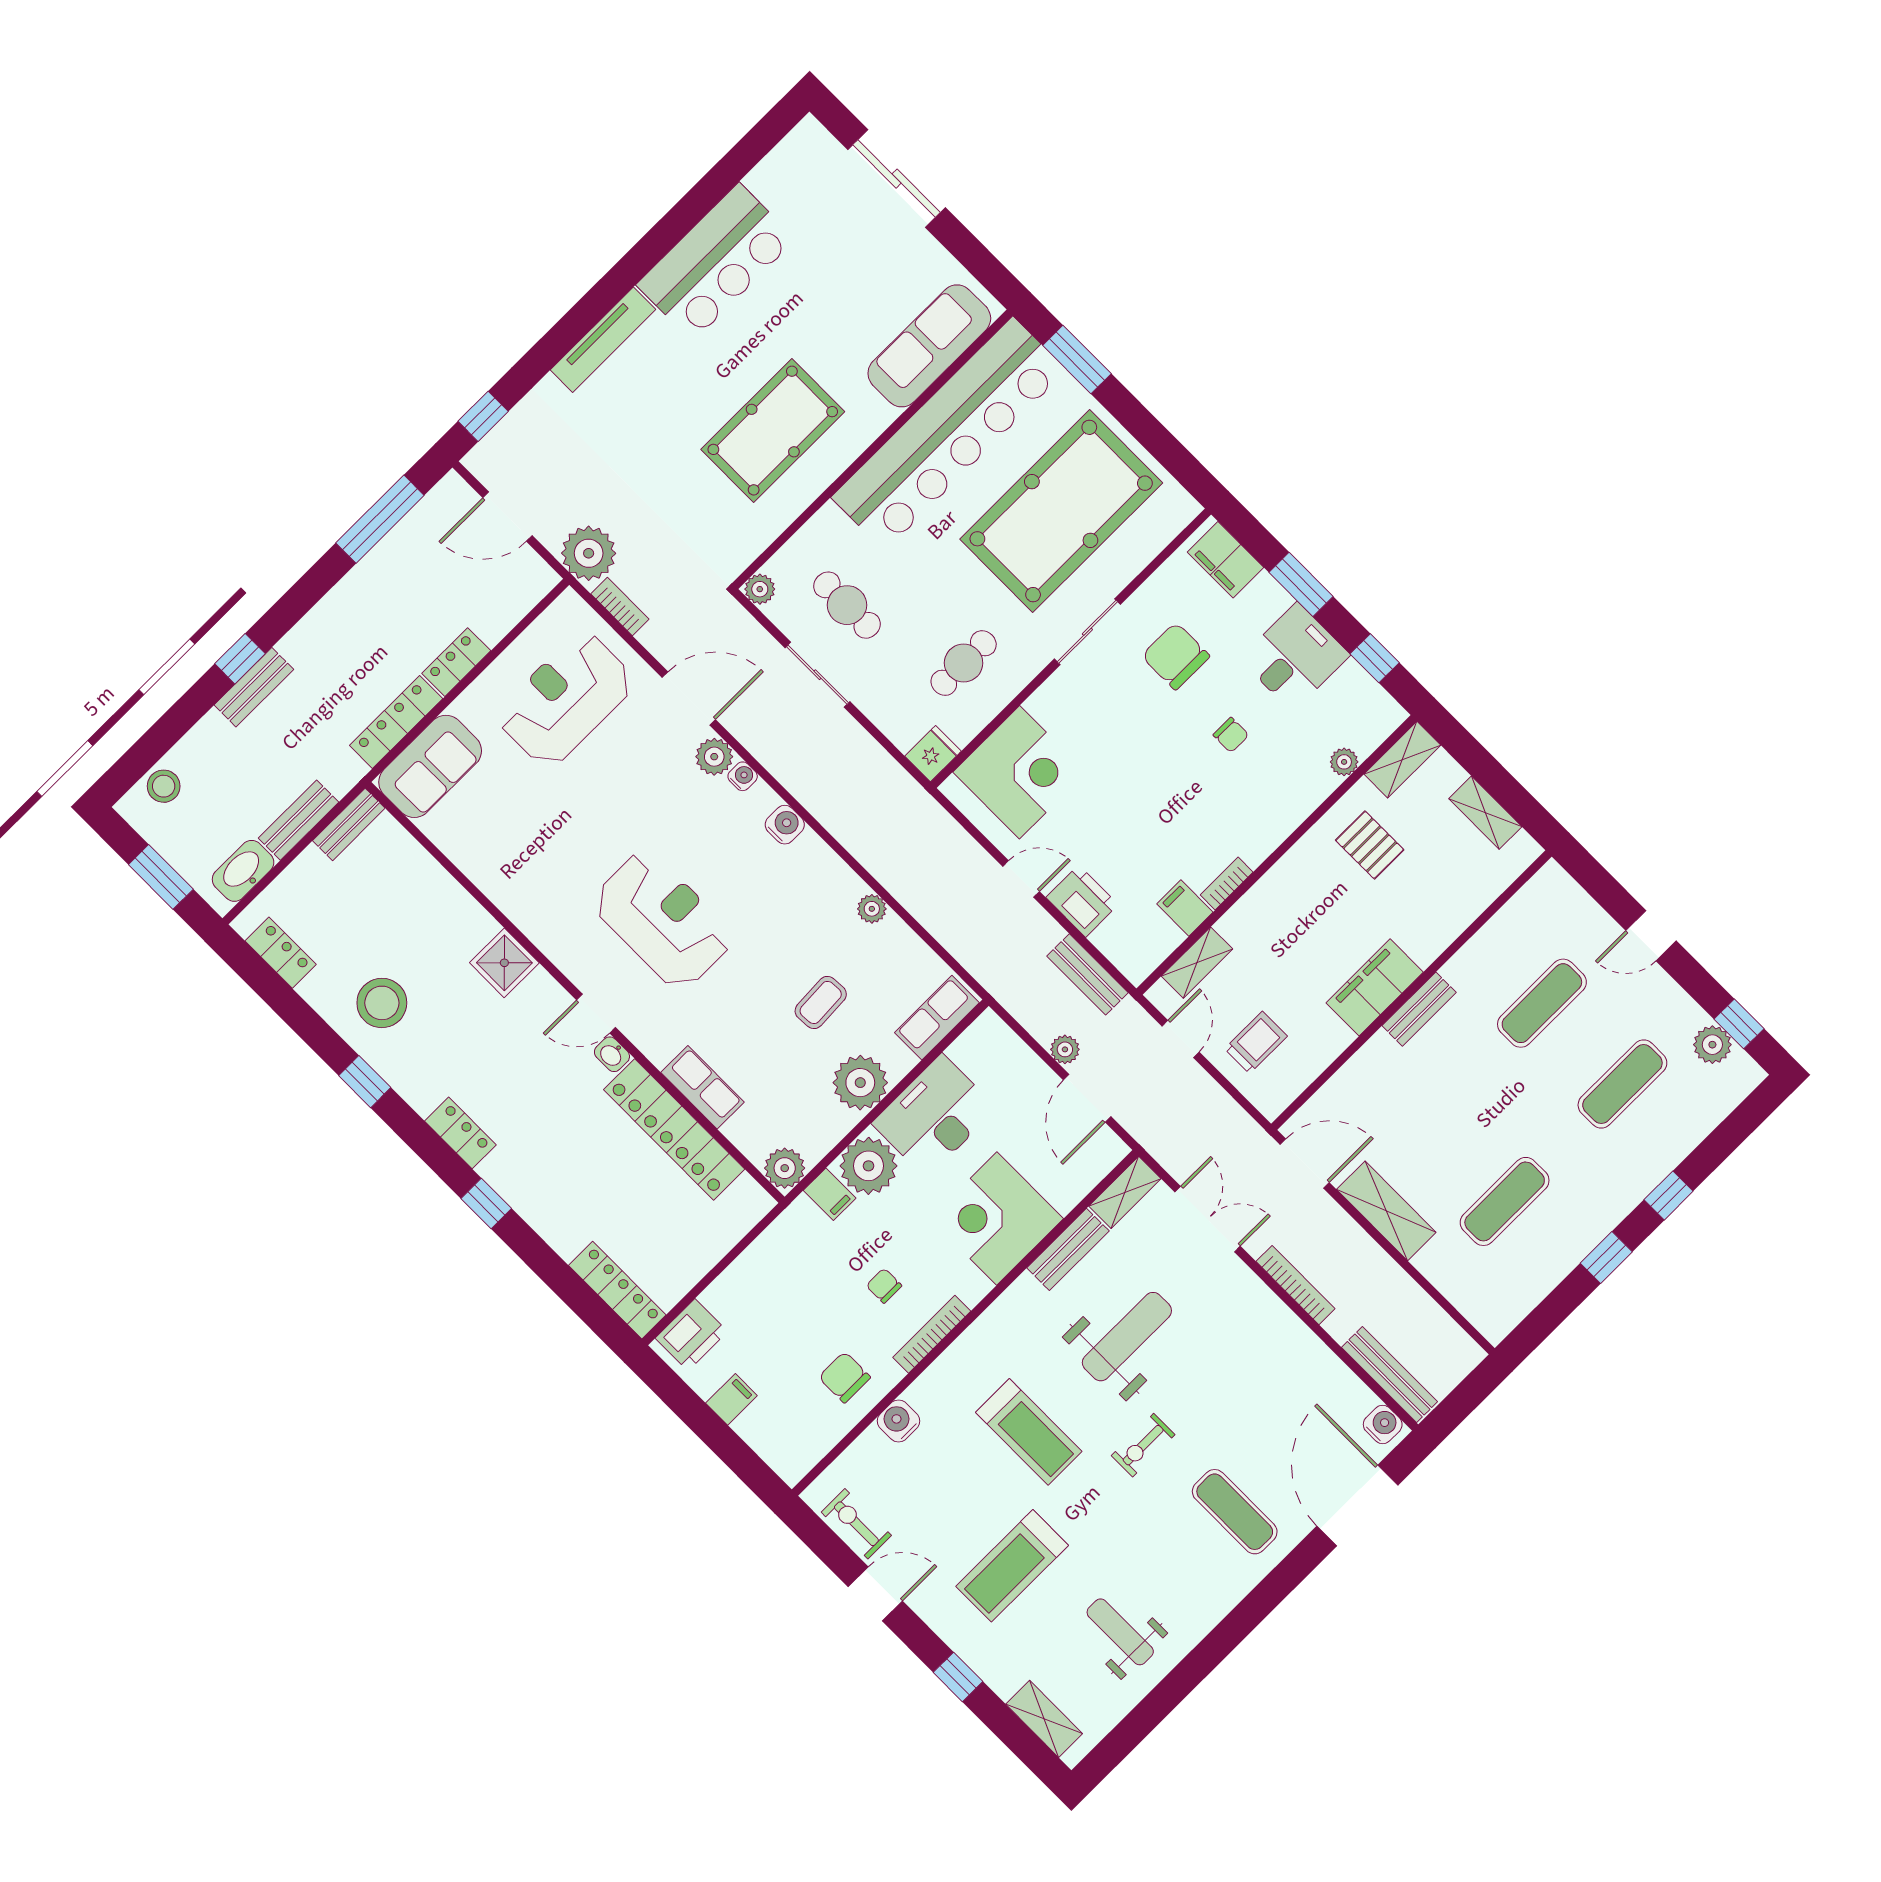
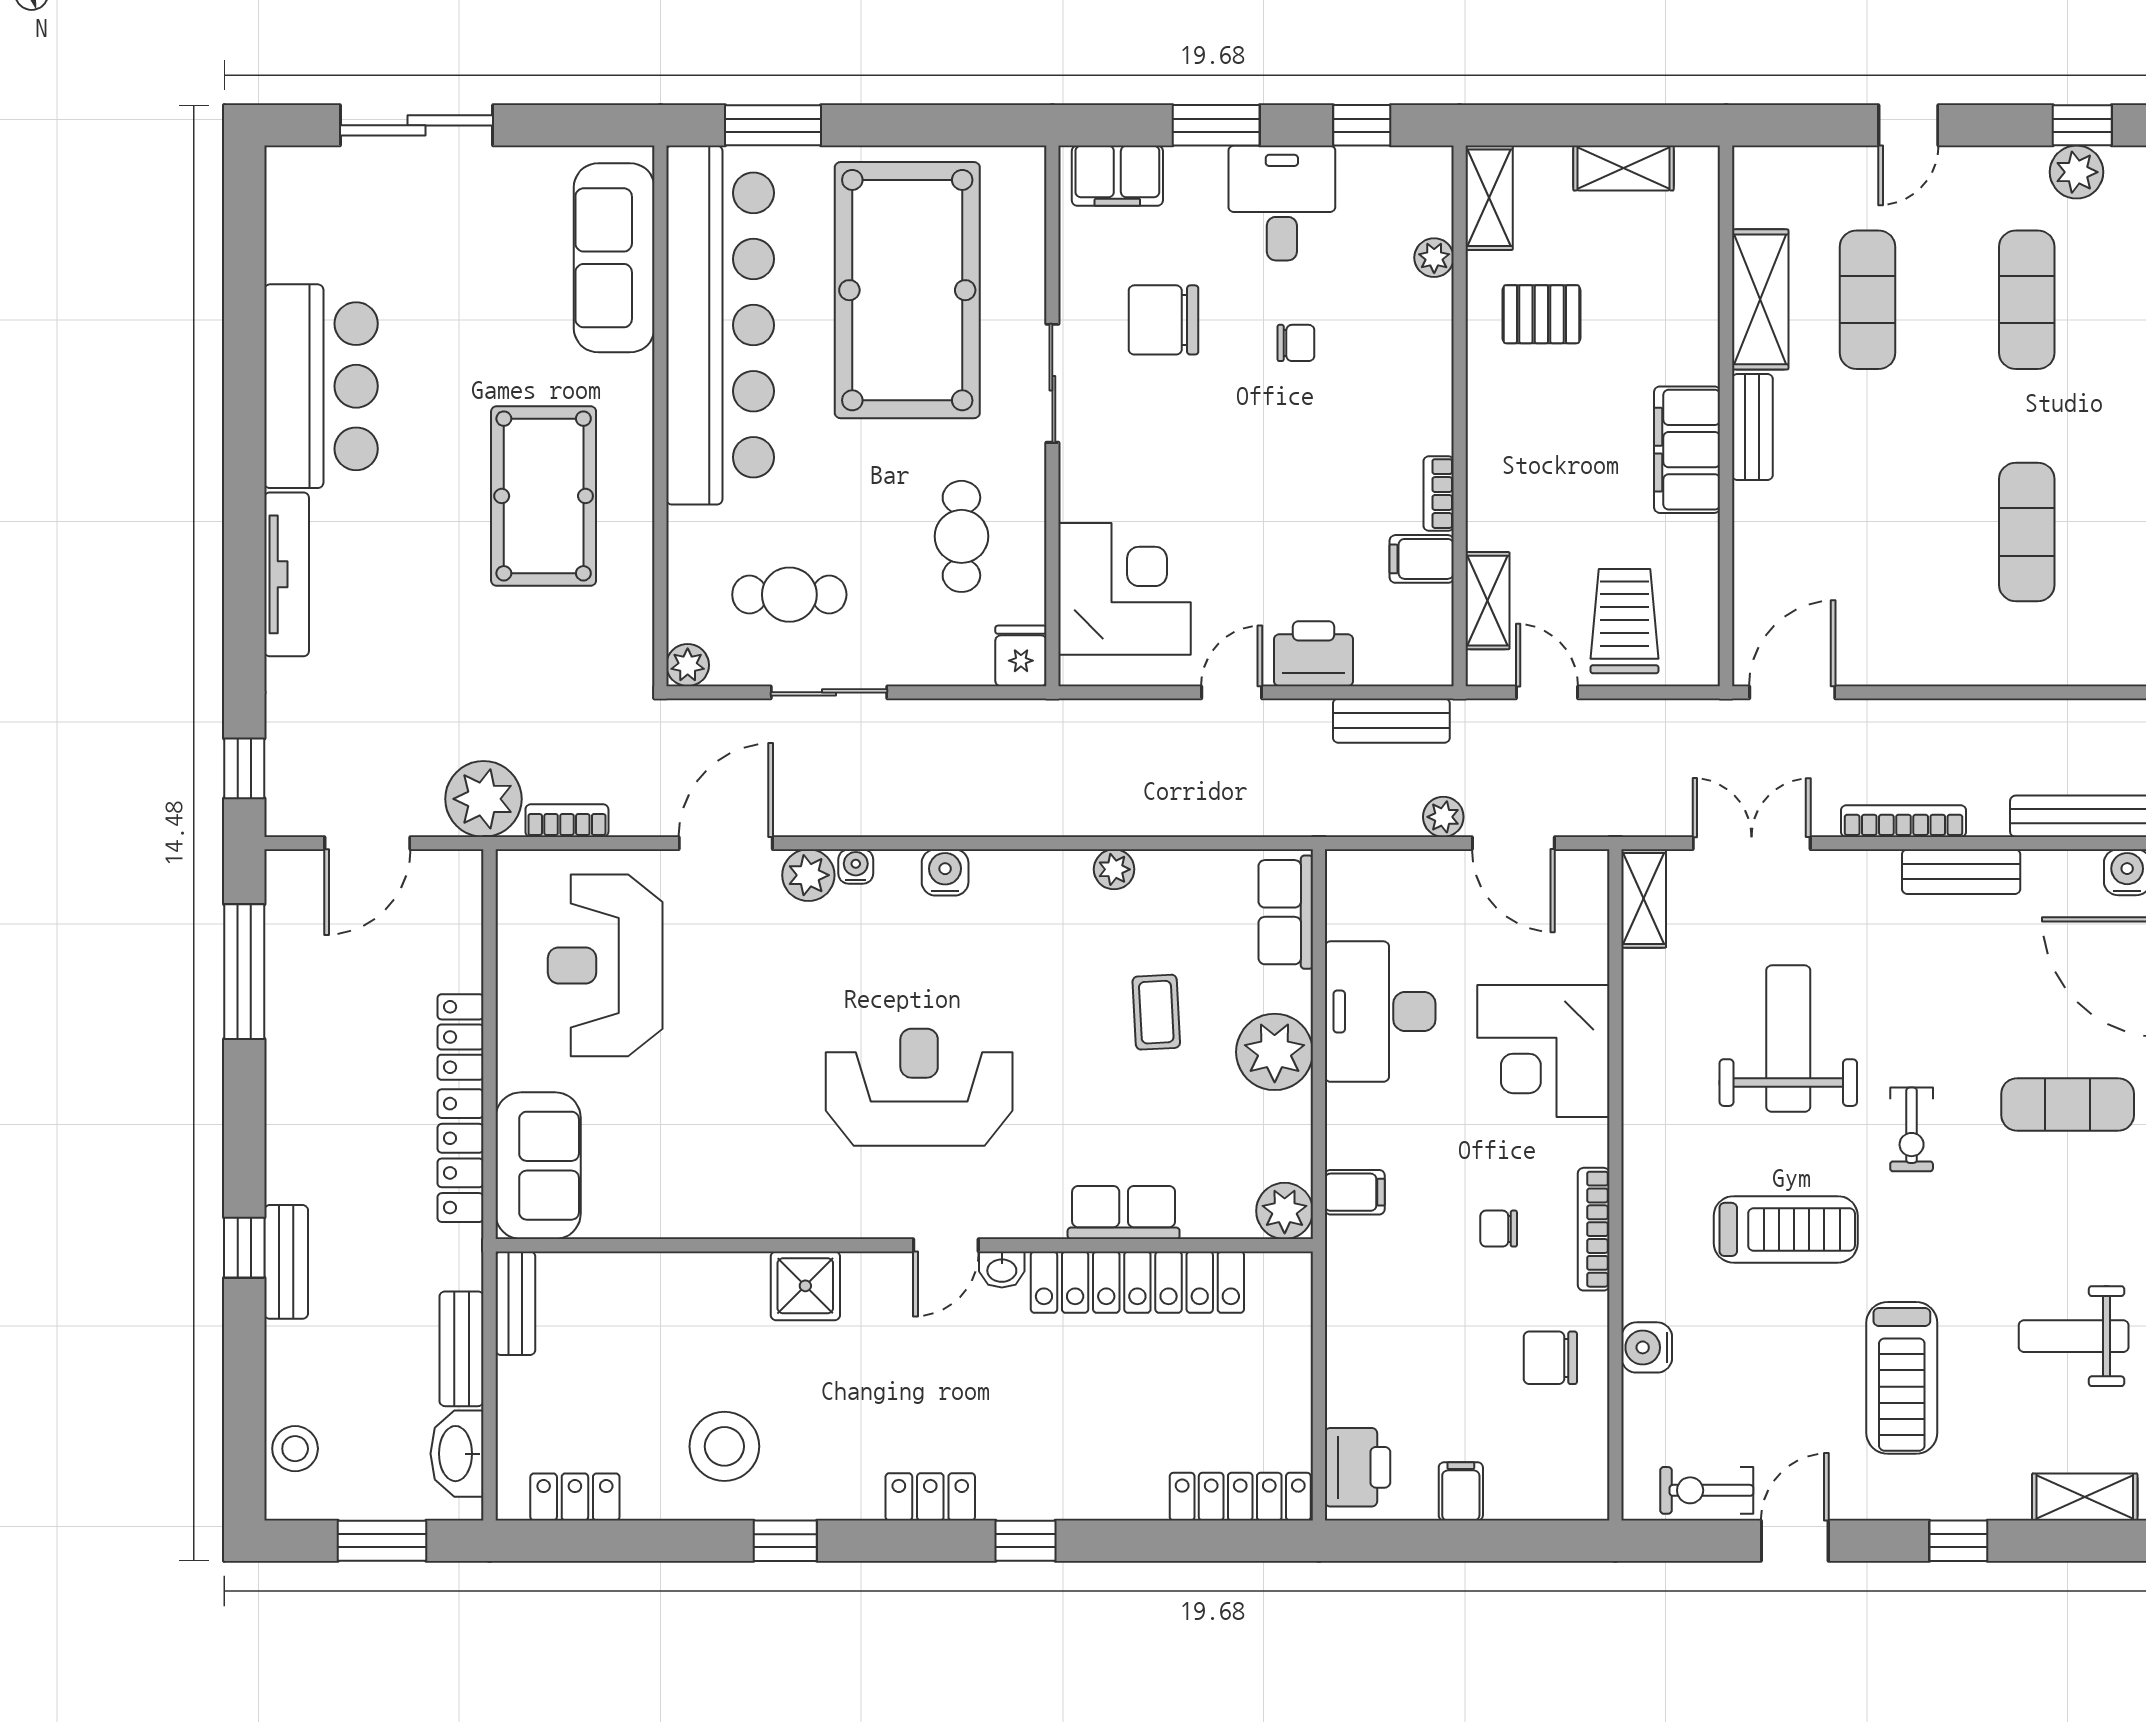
trolley: (1256, 1042) -> (1625, 621), width x1.36, depth x1.39
plant: (868, 1166) -> (1365, 1126), removed
shelving: (1386, 1211) -> (1760, 299), moved, turned 90
bench: (1068, 1249) -> (1961, 872), moved, turned 90

